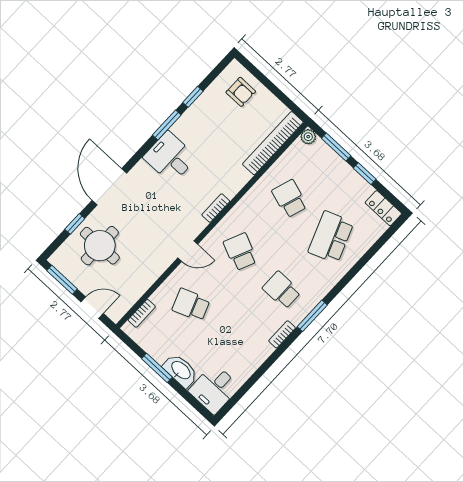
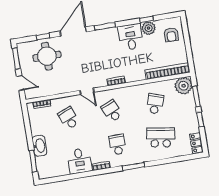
plant: (204, 106) -> (149, 28), added
window: (167, 125) -> (105, 26), moved
plant: (308, 137) -> (184, 86), width x1.87, depth x1.87
desk: (170, 157) -> (131, 37), moved
school desk: (331, 237) -> (161, 137), turned 30
school desk: (240, 252) -> (112, 111), turned -48
window: (312, 316) -> (133, 166), moved
window: (157, 368) -> (33, 161), moved
desk: (214, 389) -> (79, 161), moved, turned -90

